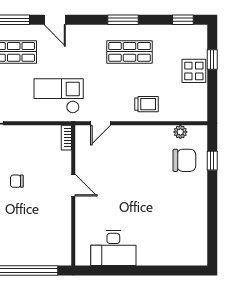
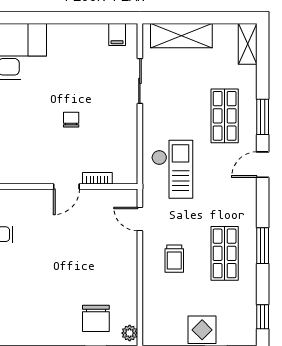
trolley: (146, 104) -> (174, 259), moved
plant: (180, 132) -> (130, 333), moved
bookcase: (66, 138) -> (97, 178), moved

